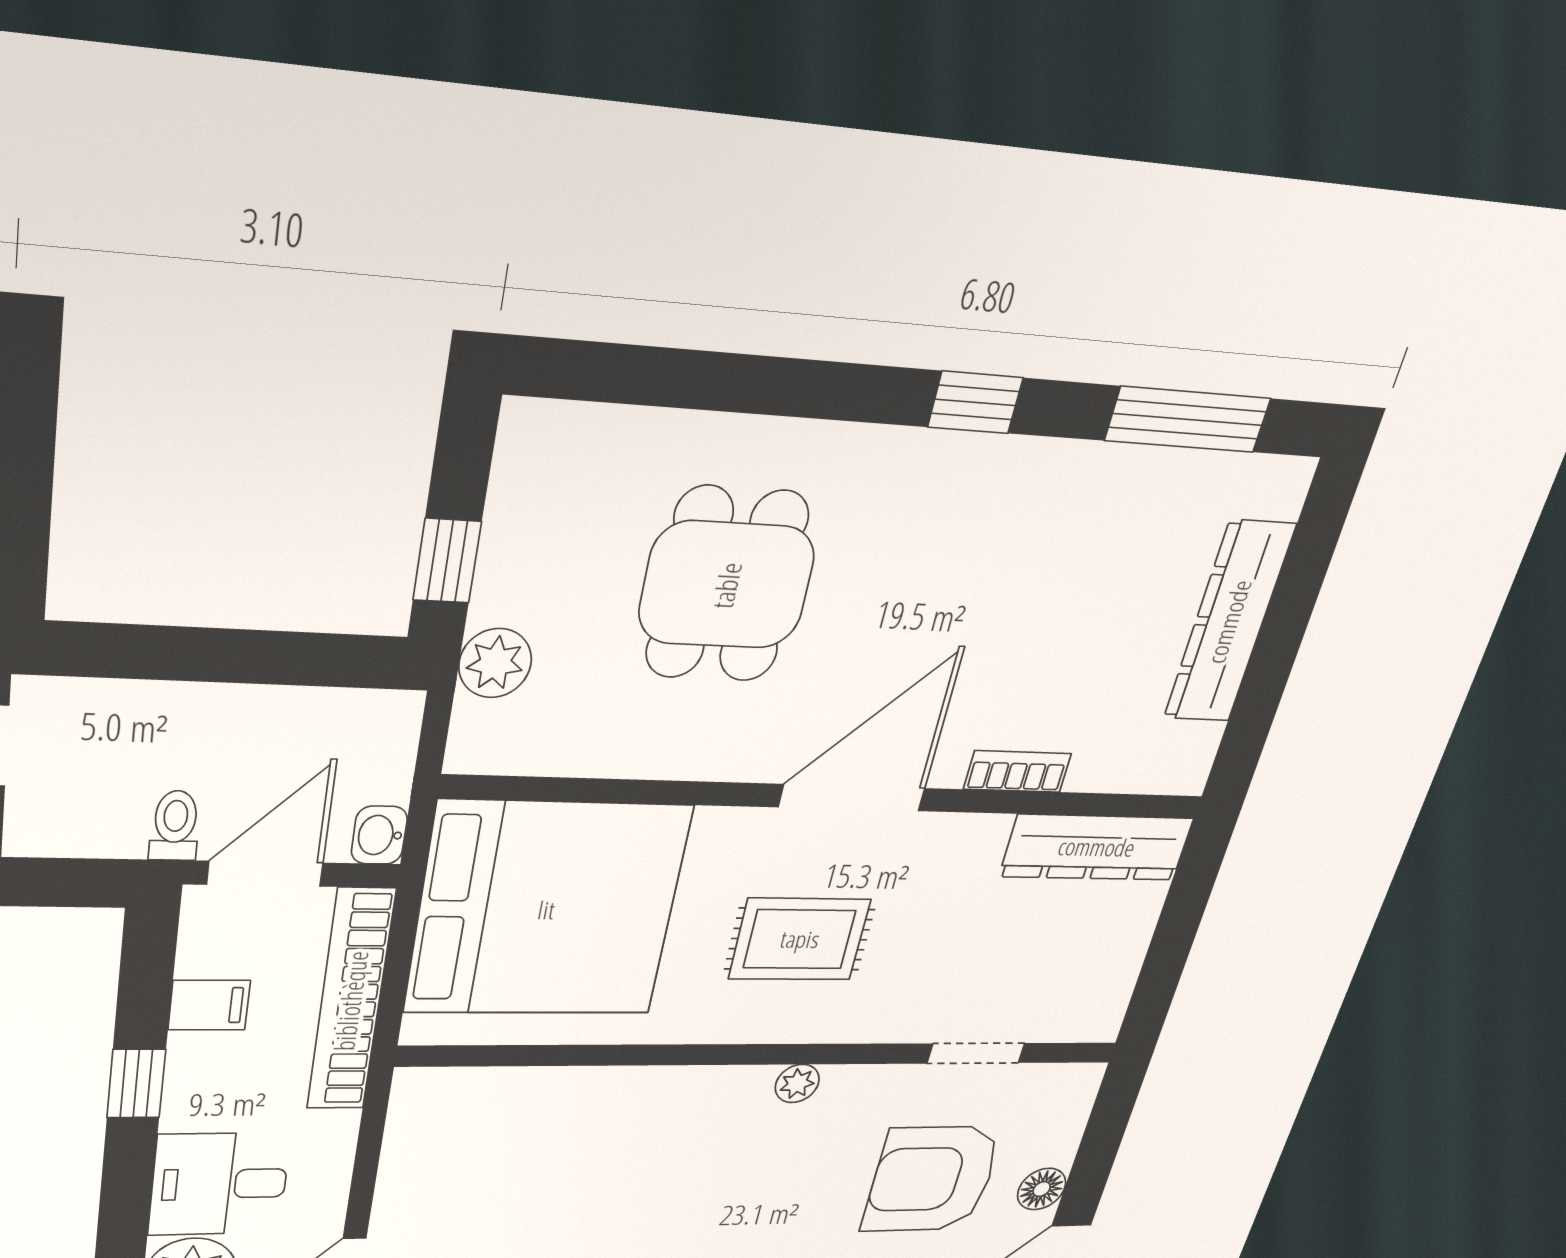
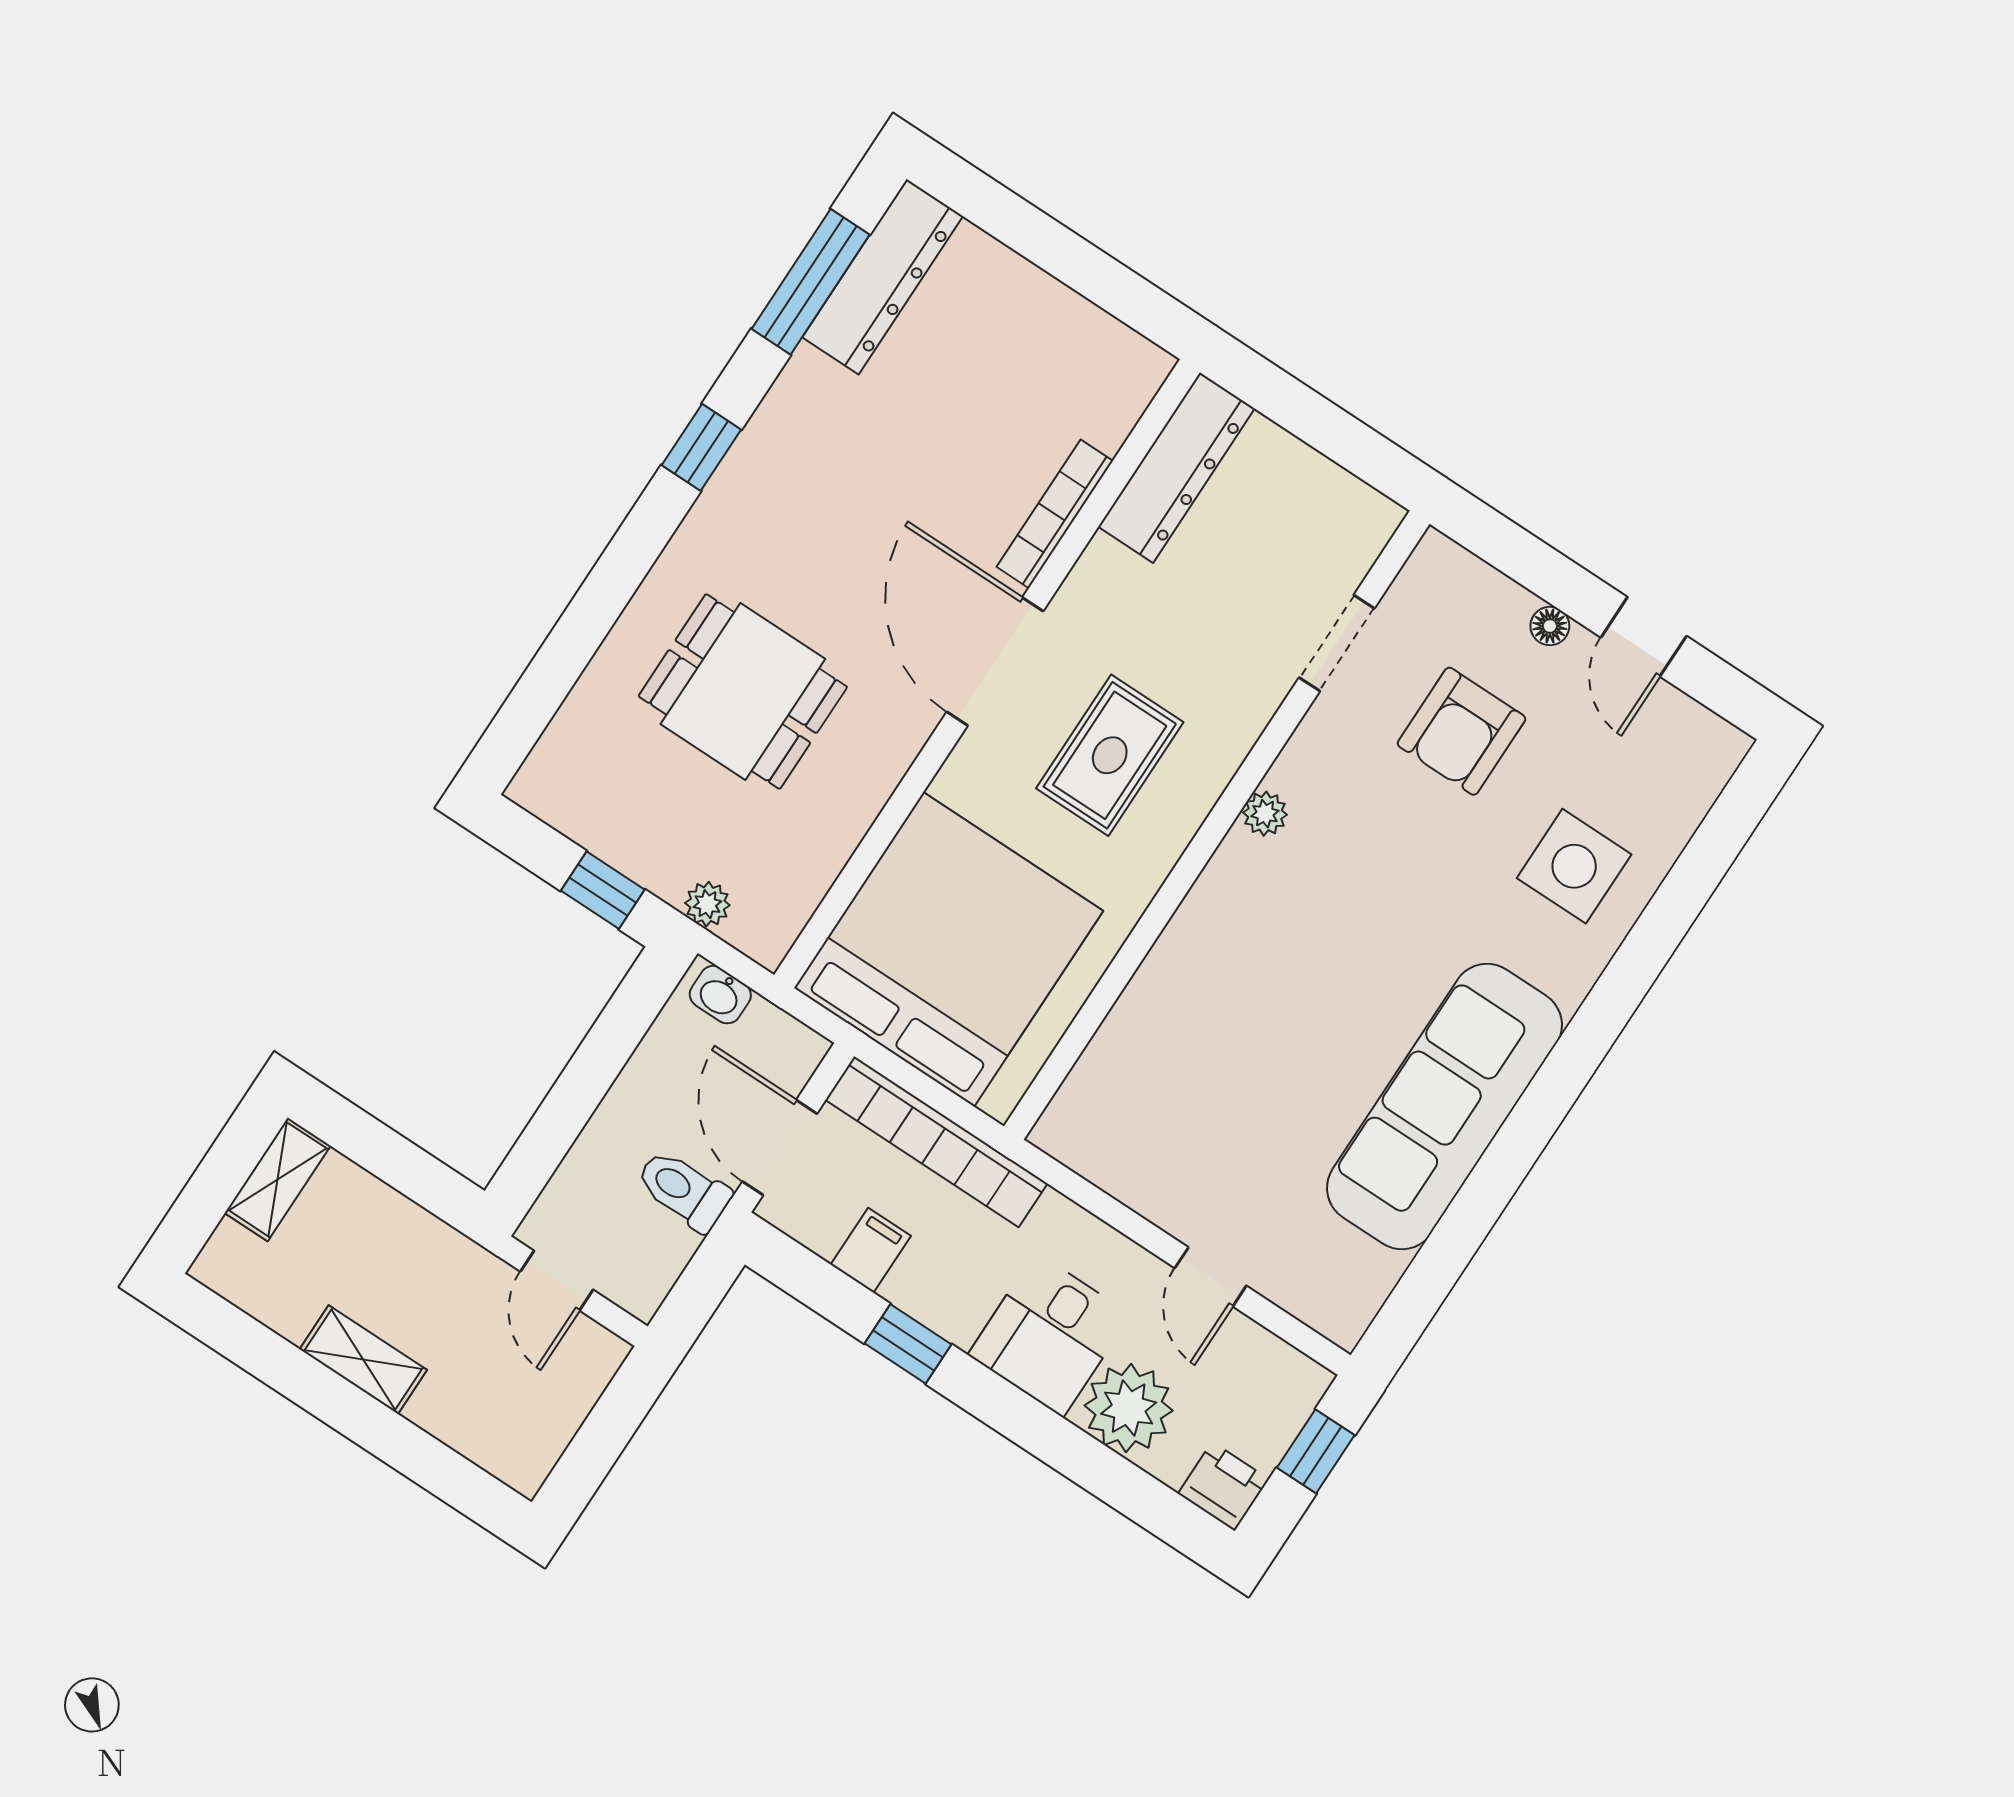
dresser: (1229, 622) -> (883, 277), moved, turned -90
plant: (495, 663) -> (707, 904), width x0.73, depth x0.73
bookcase: (1017, 771) -> (1055, 514), width x1.56
toilet: (175, 826) -> (684, 1190), width x1.37, depth x1.39
washbasin: (379, 835) -> (720, 995), moved
armchair: (932, 1179) -> (1461, 731), width x0.73, depth x0.73
floor lamp: (1042, 1189) -> (1550, 626), width x0.73, depth x0.73

